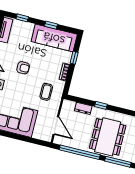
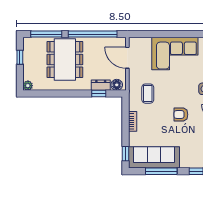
window: (51, 25) -> (161, 171), width x2.17
window: (74, 58) -> (126, 154), moved
floor lamp: (70, 105) -> (117, 85), added
window: (101, 105) -> (99, 94), moved

